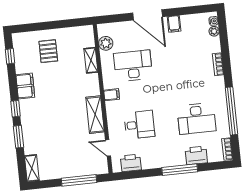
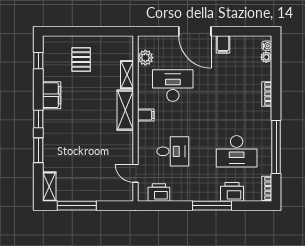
shelving: (95, 115) -> (125, 110), moved
window: (79, 180) -> (77, 206), moved

